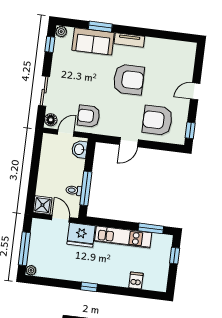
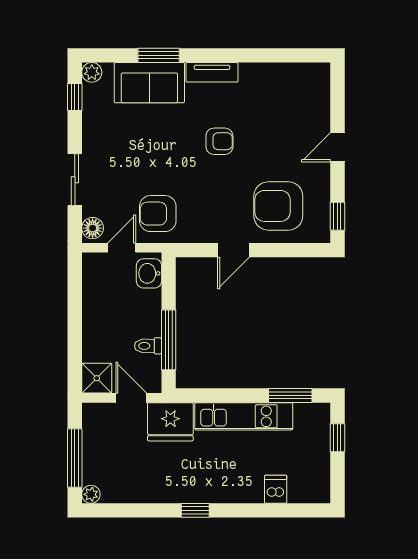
armchair: (129, 80) -> (219, 141), width x0.53, depth x0.53

